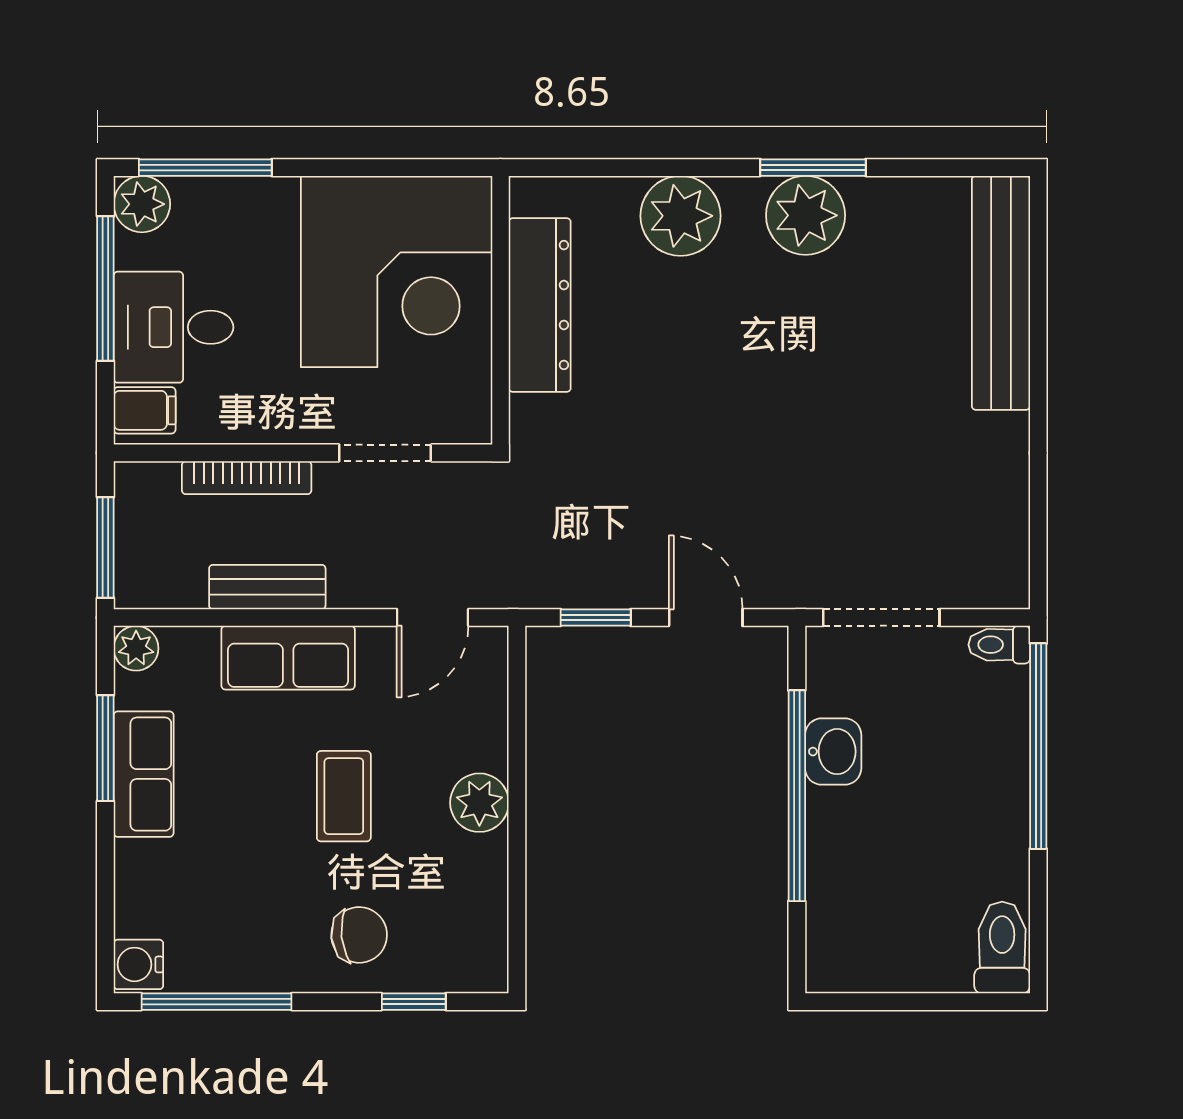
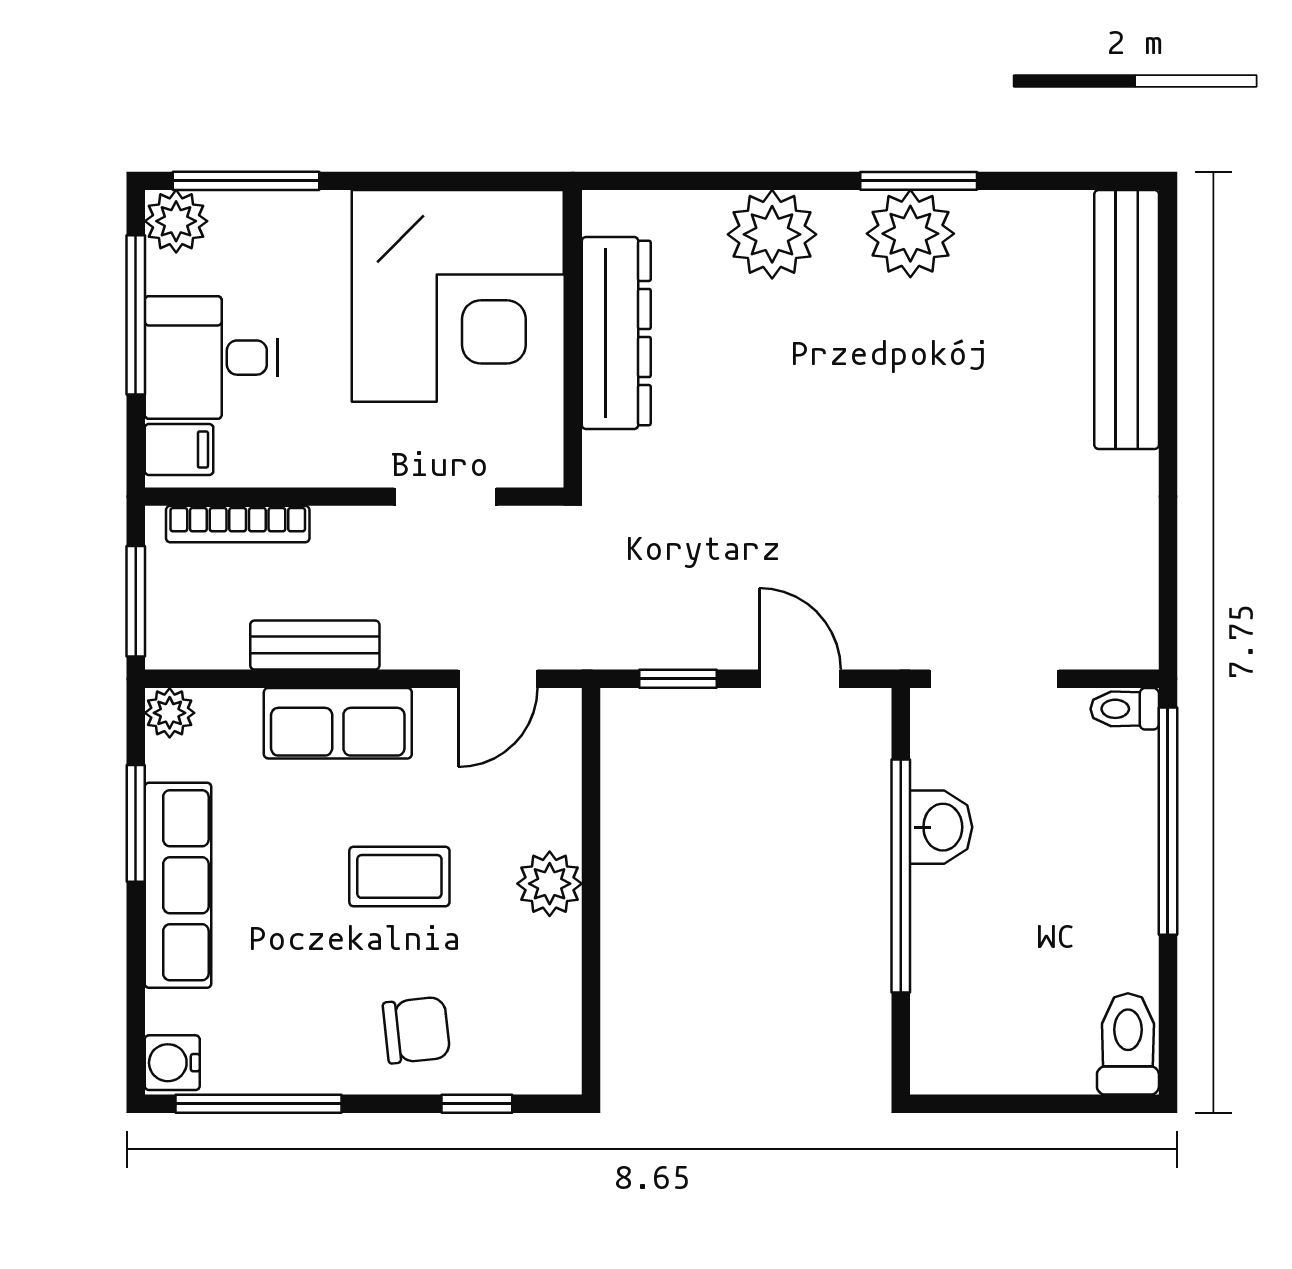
bookcase: (247, 478) -> (238, 524), moved
row of seats: (144, 774) -> (178, 885), width x1.48
coffee table: (344, 796) -> (399, 876), turned 90

